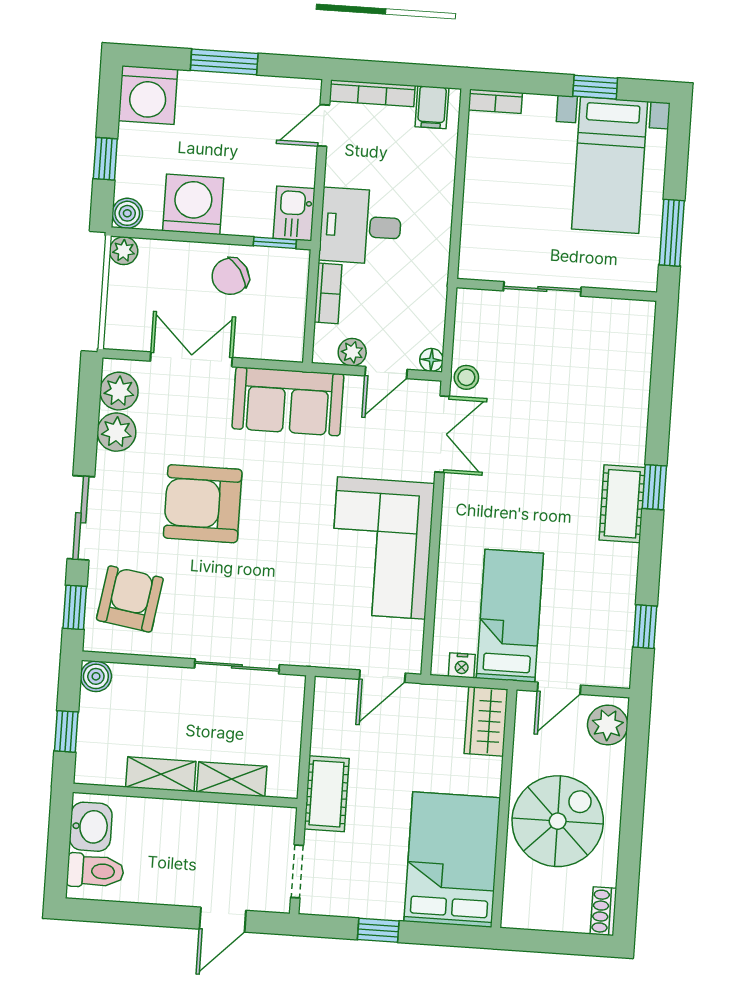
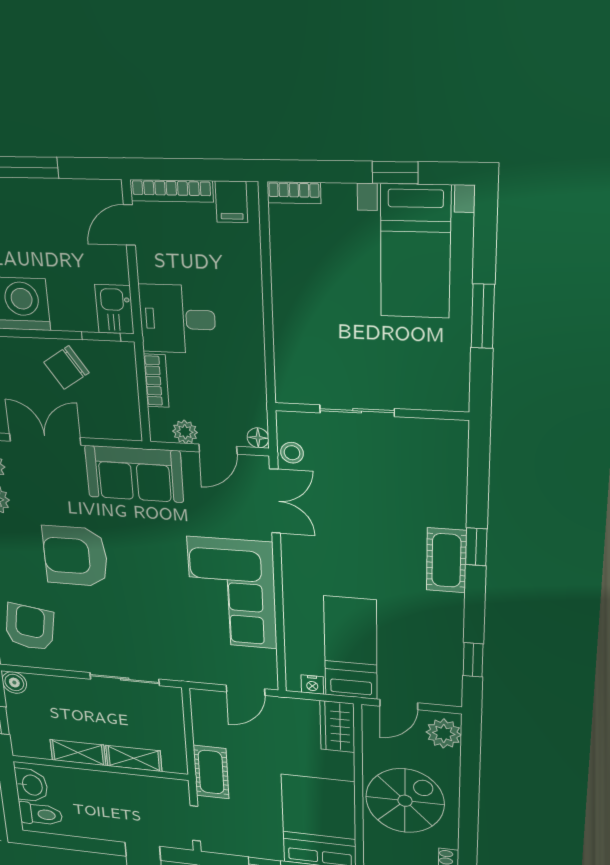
sliding door: (542, 289) -> (357, 411), moved
wall: (557, 290) -> (371, 411), moved

